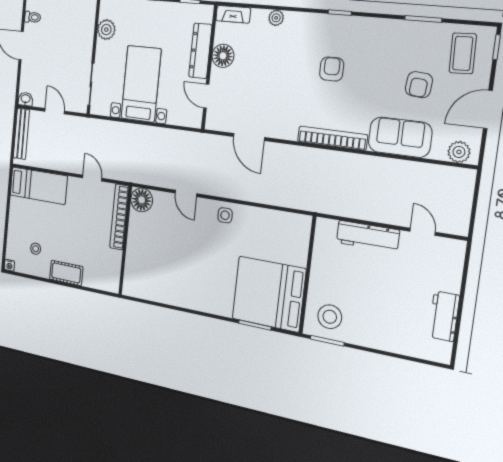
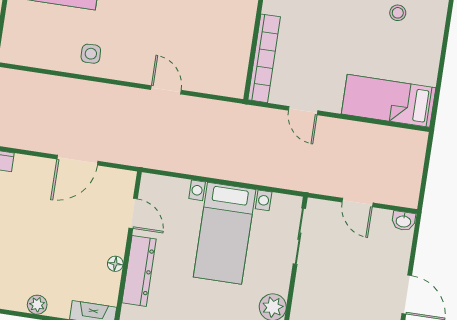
floor lamp: (223, 56) -> (115, 264), width x0.53, depth x0.53
bench: (21, 134) -> (413, 173), removed
door: (249, 137) -> (77, 160), swing flipped
floor lamp: (142, 200) -> (230, 81), removed
side table: (225, 215) -> (91, 54), moved

